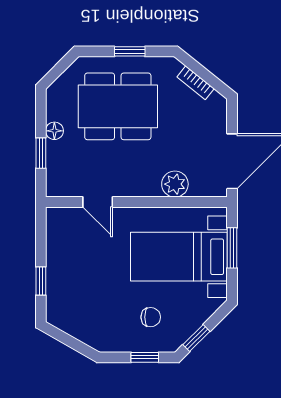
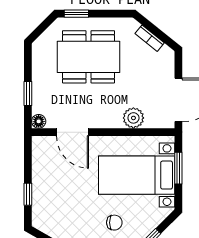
window: (130, 51) -> (76, 14), moved
floor lamp: (54, 131) -> (39, 121), moved
door: (98, 202) -> (73, 132), width x1.38

